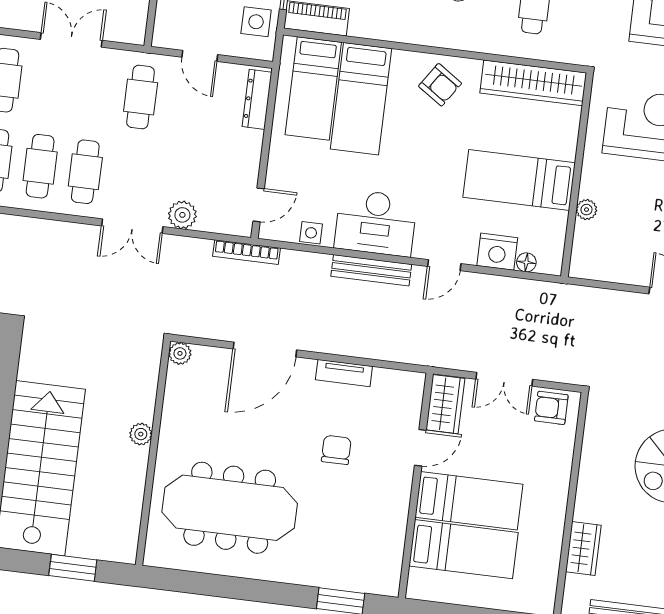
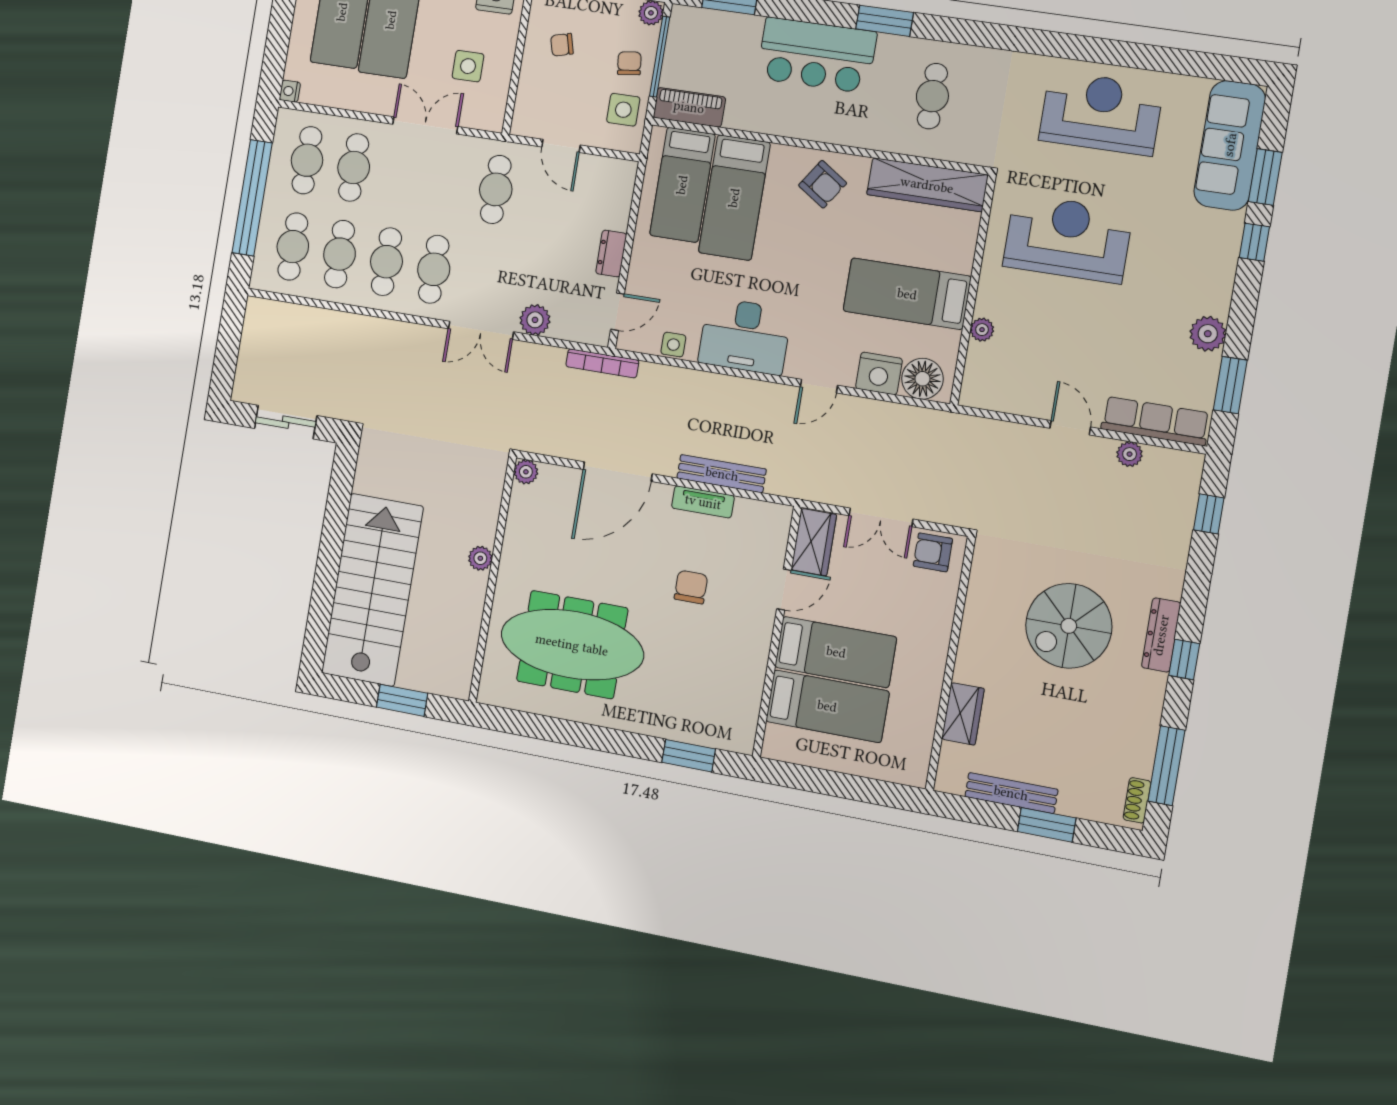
dresser: (257, 99) -> (611, 254), moved, width x0.70
floor lamp: (526, 262) -> (922, 379), width x1.89, depth x1.89
bench: (371, 270) -> (722, 474), moved

